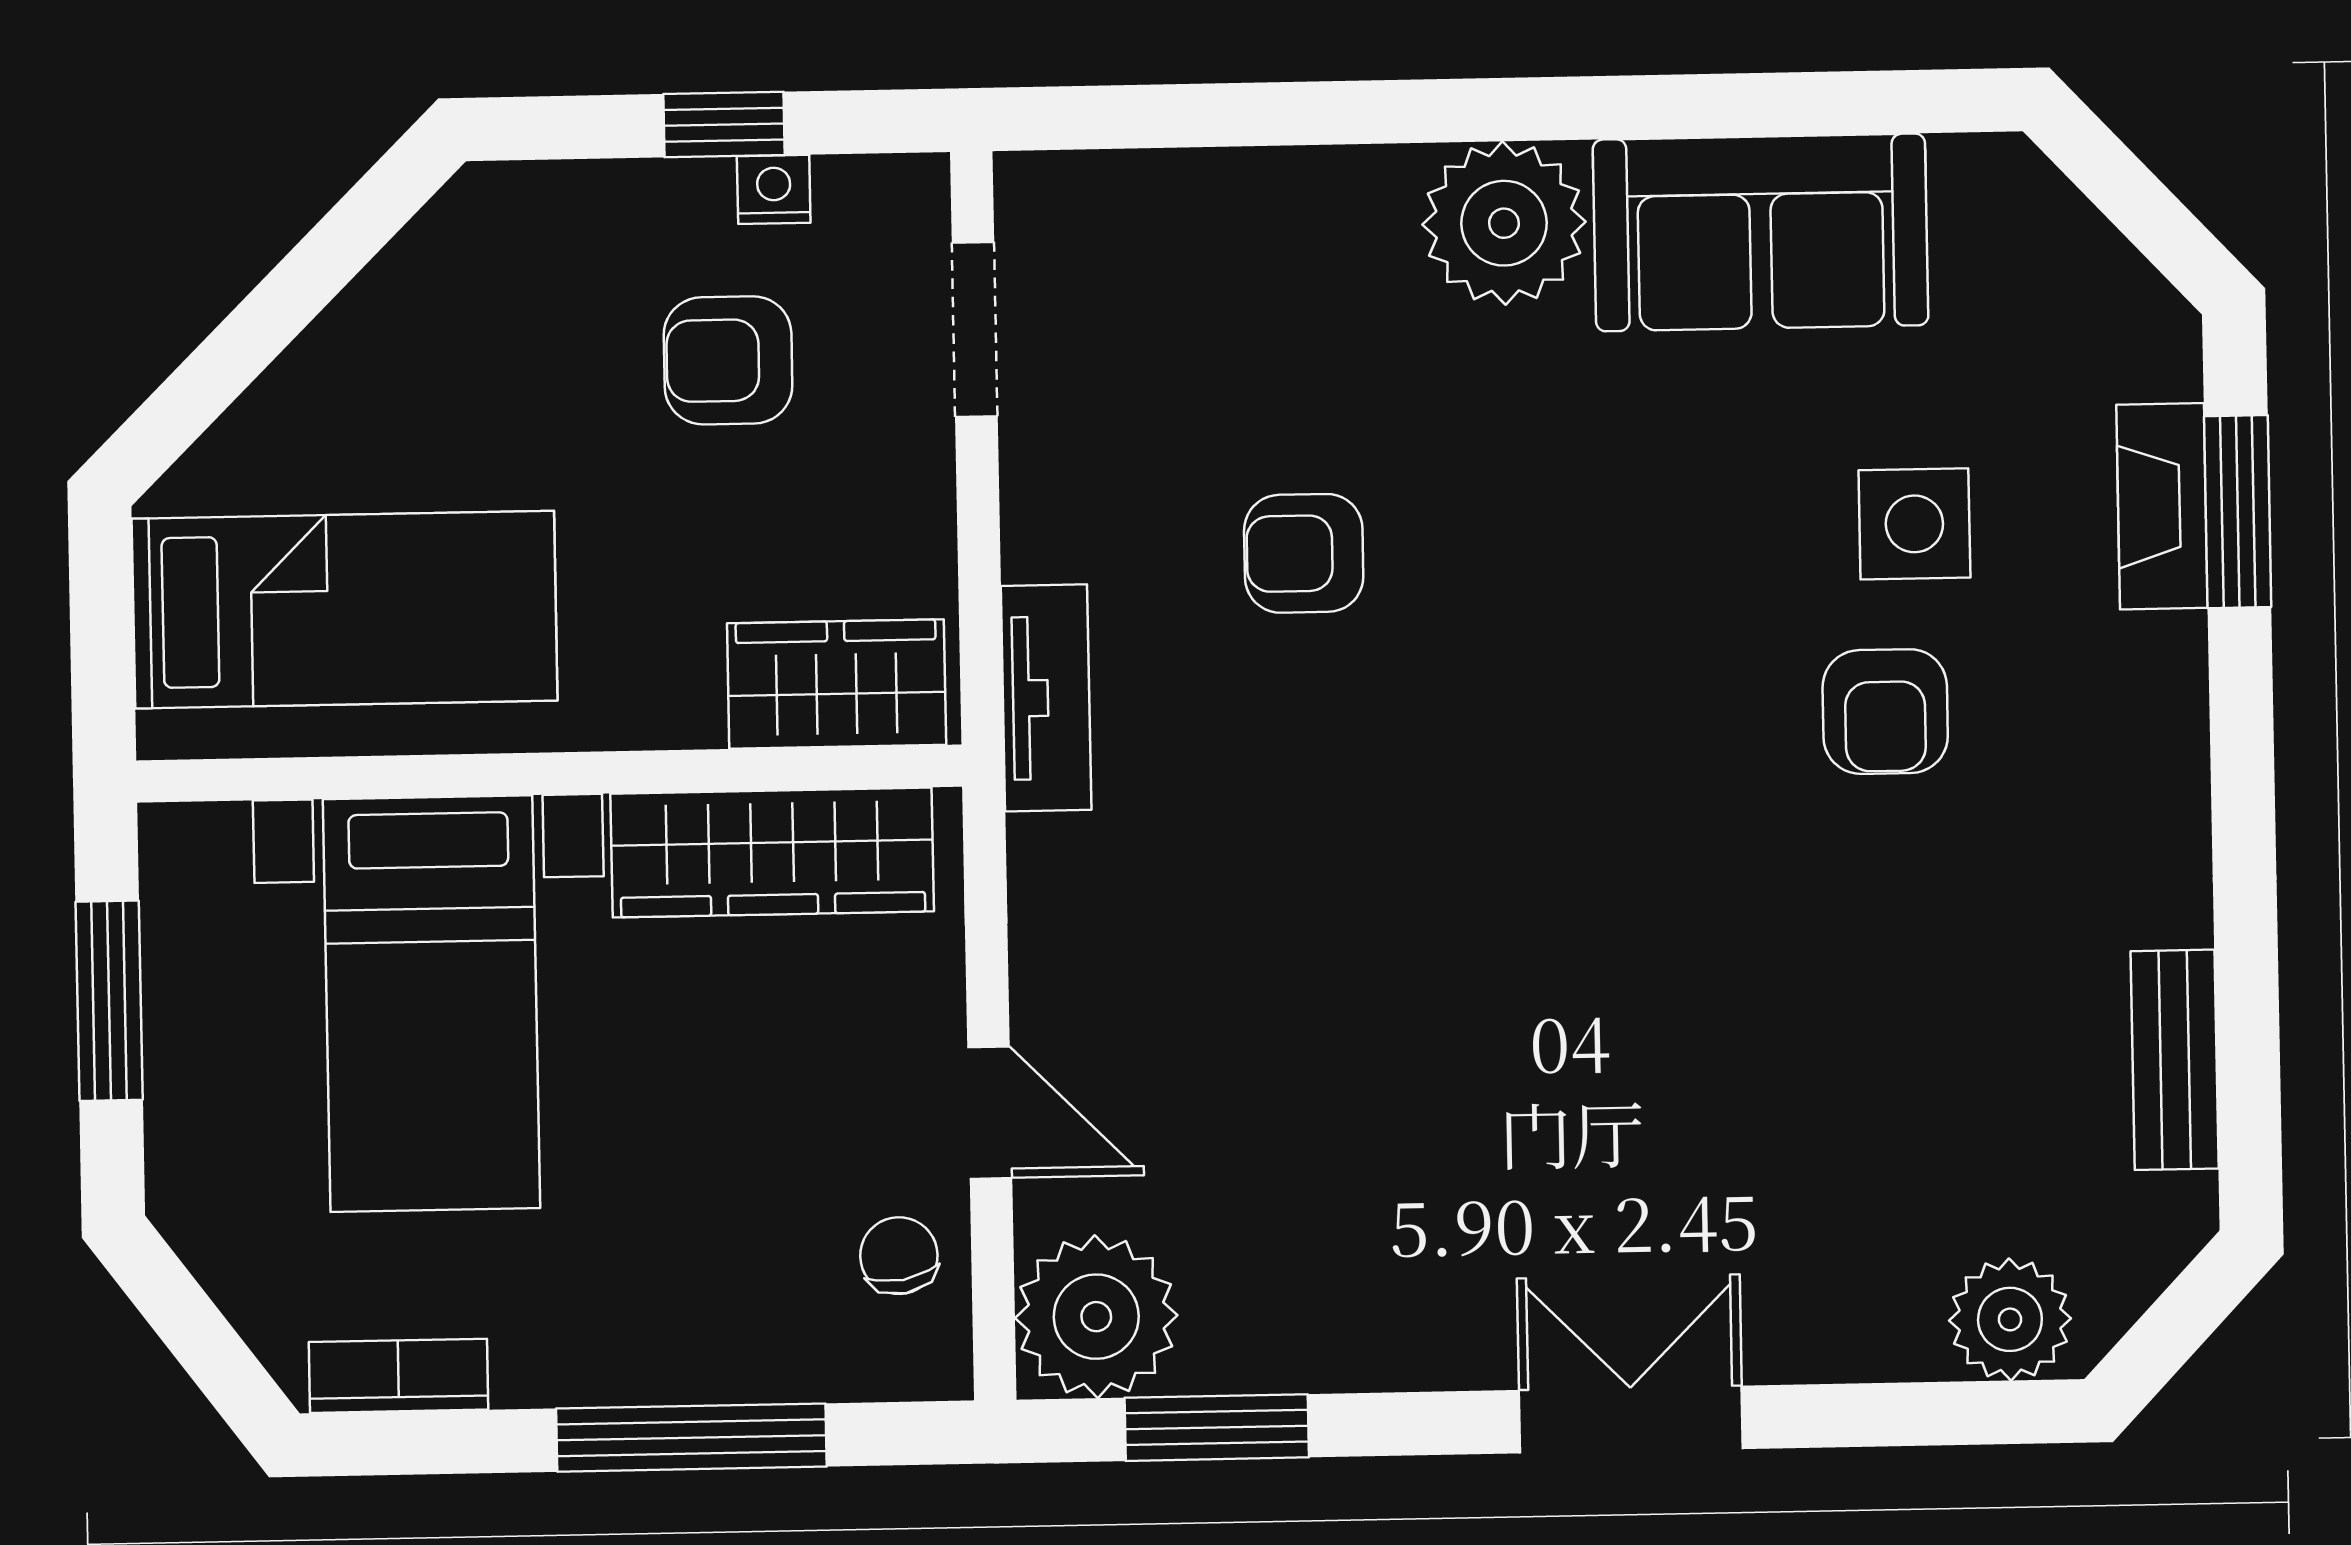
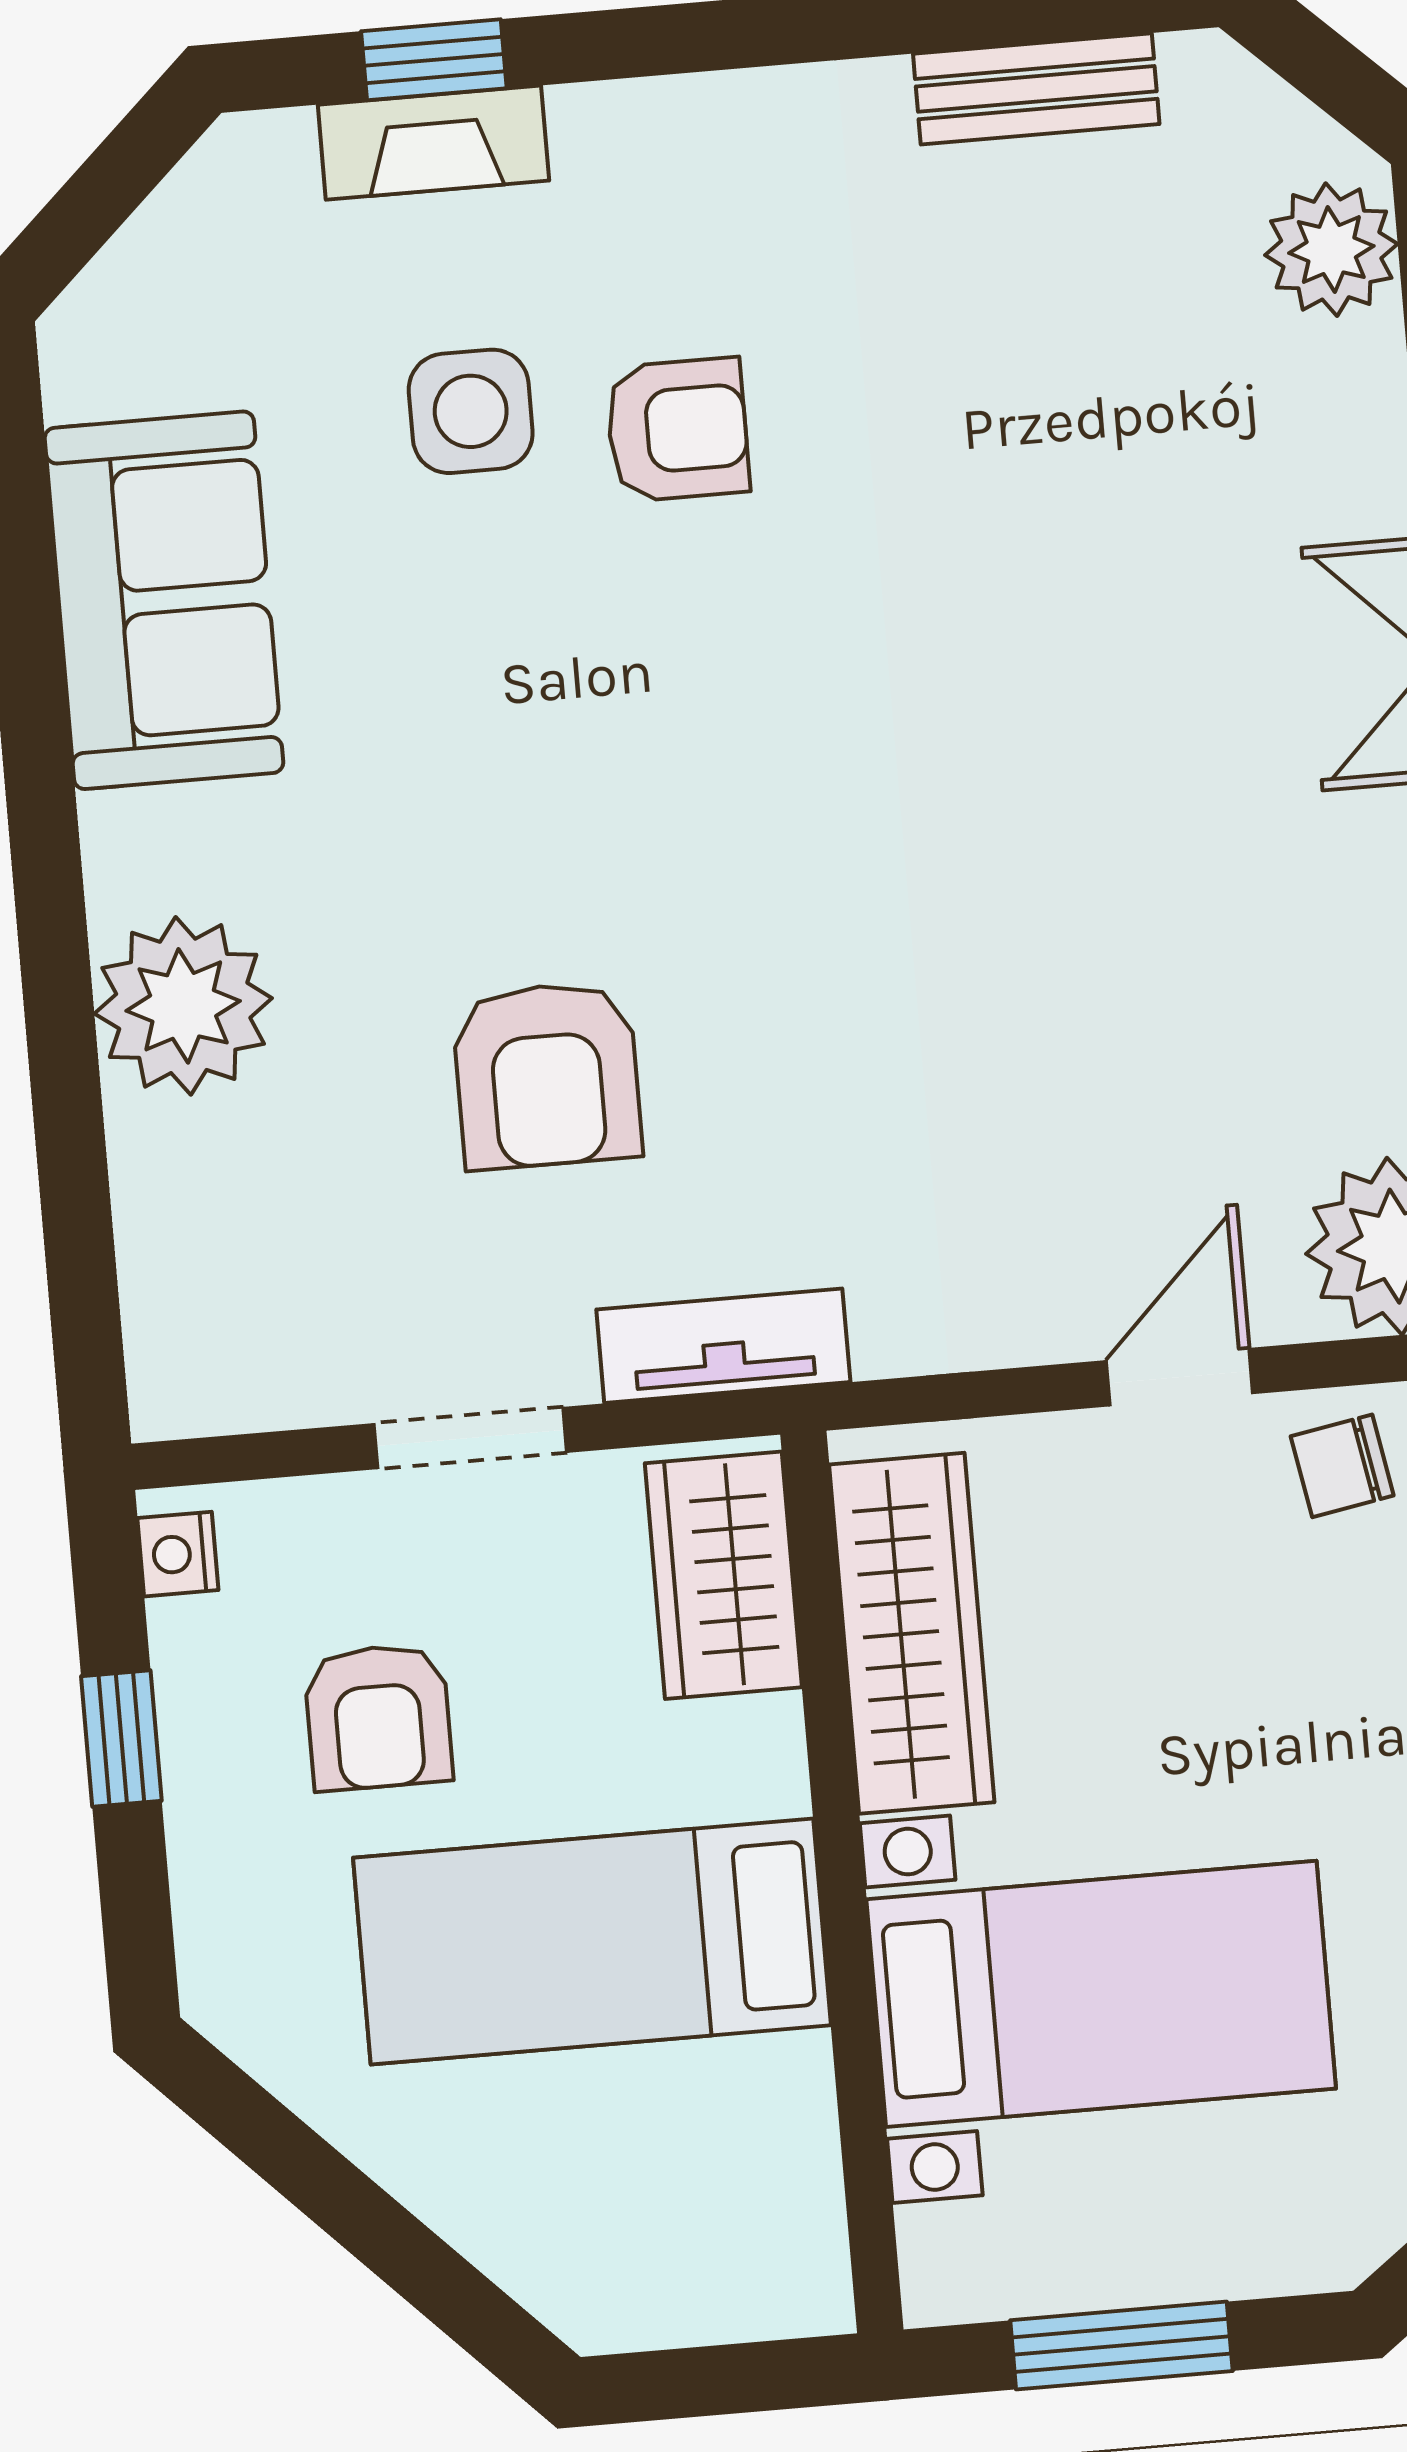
nightstand: (774, 189) -> (178, 1554), moved
plant: (1504, 223) -> (183, 1006), moved
doorway: (975, 329) -> (470, 1438), moved
window: (2238, 512) -> (434, 60), width x0.67
armchair: (1304, 553) -> (547, 1075), width x1.38, depth x1.38
bed: (345, 610) -> (592, 1942), moved, turned -90

